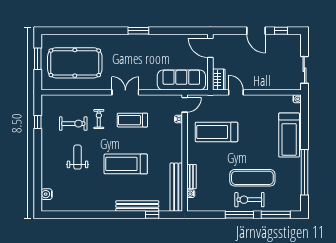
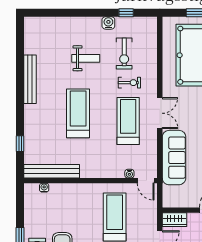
sofa: (181, 80) -> (174, 158), moved
treadmill: (132, 120) -> (128, 121), width x1.37, depth x1.38
bench: (191, 177) -> (64, 188), removed
water cooler: (47, 194) -> (108, 23), moved
bench: (137, 206) -> (30, 79), moved

